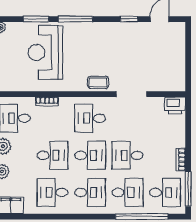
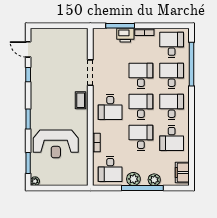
window: (36, 19) -> (28, 163), moved
window: (75, 19) -> (28, 119), width x0.69
printer: (175, 105) -> (125, 35), moved, turned 90
desk: (128, 155) -> (141, 76), turned 180
window: (188, 189) -> (120, 26), moved

